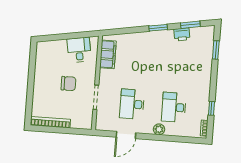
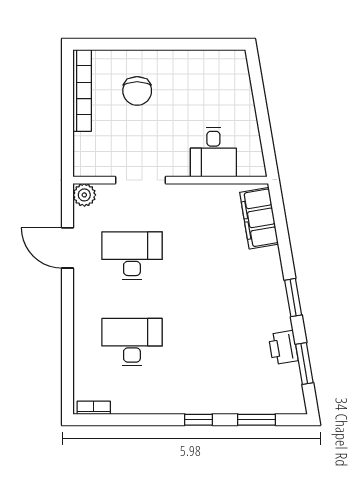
desk: (79, 50) -> (213, 152), moved, turned 100
filing cabinet: (108, 54) -> (259, 218), moved, turned 80
chair: (68, 84) -> (137, 91), moved
window: (211, 108) -> (199, 420), moved
plant: (159, 129) -> (84, 195), moved

